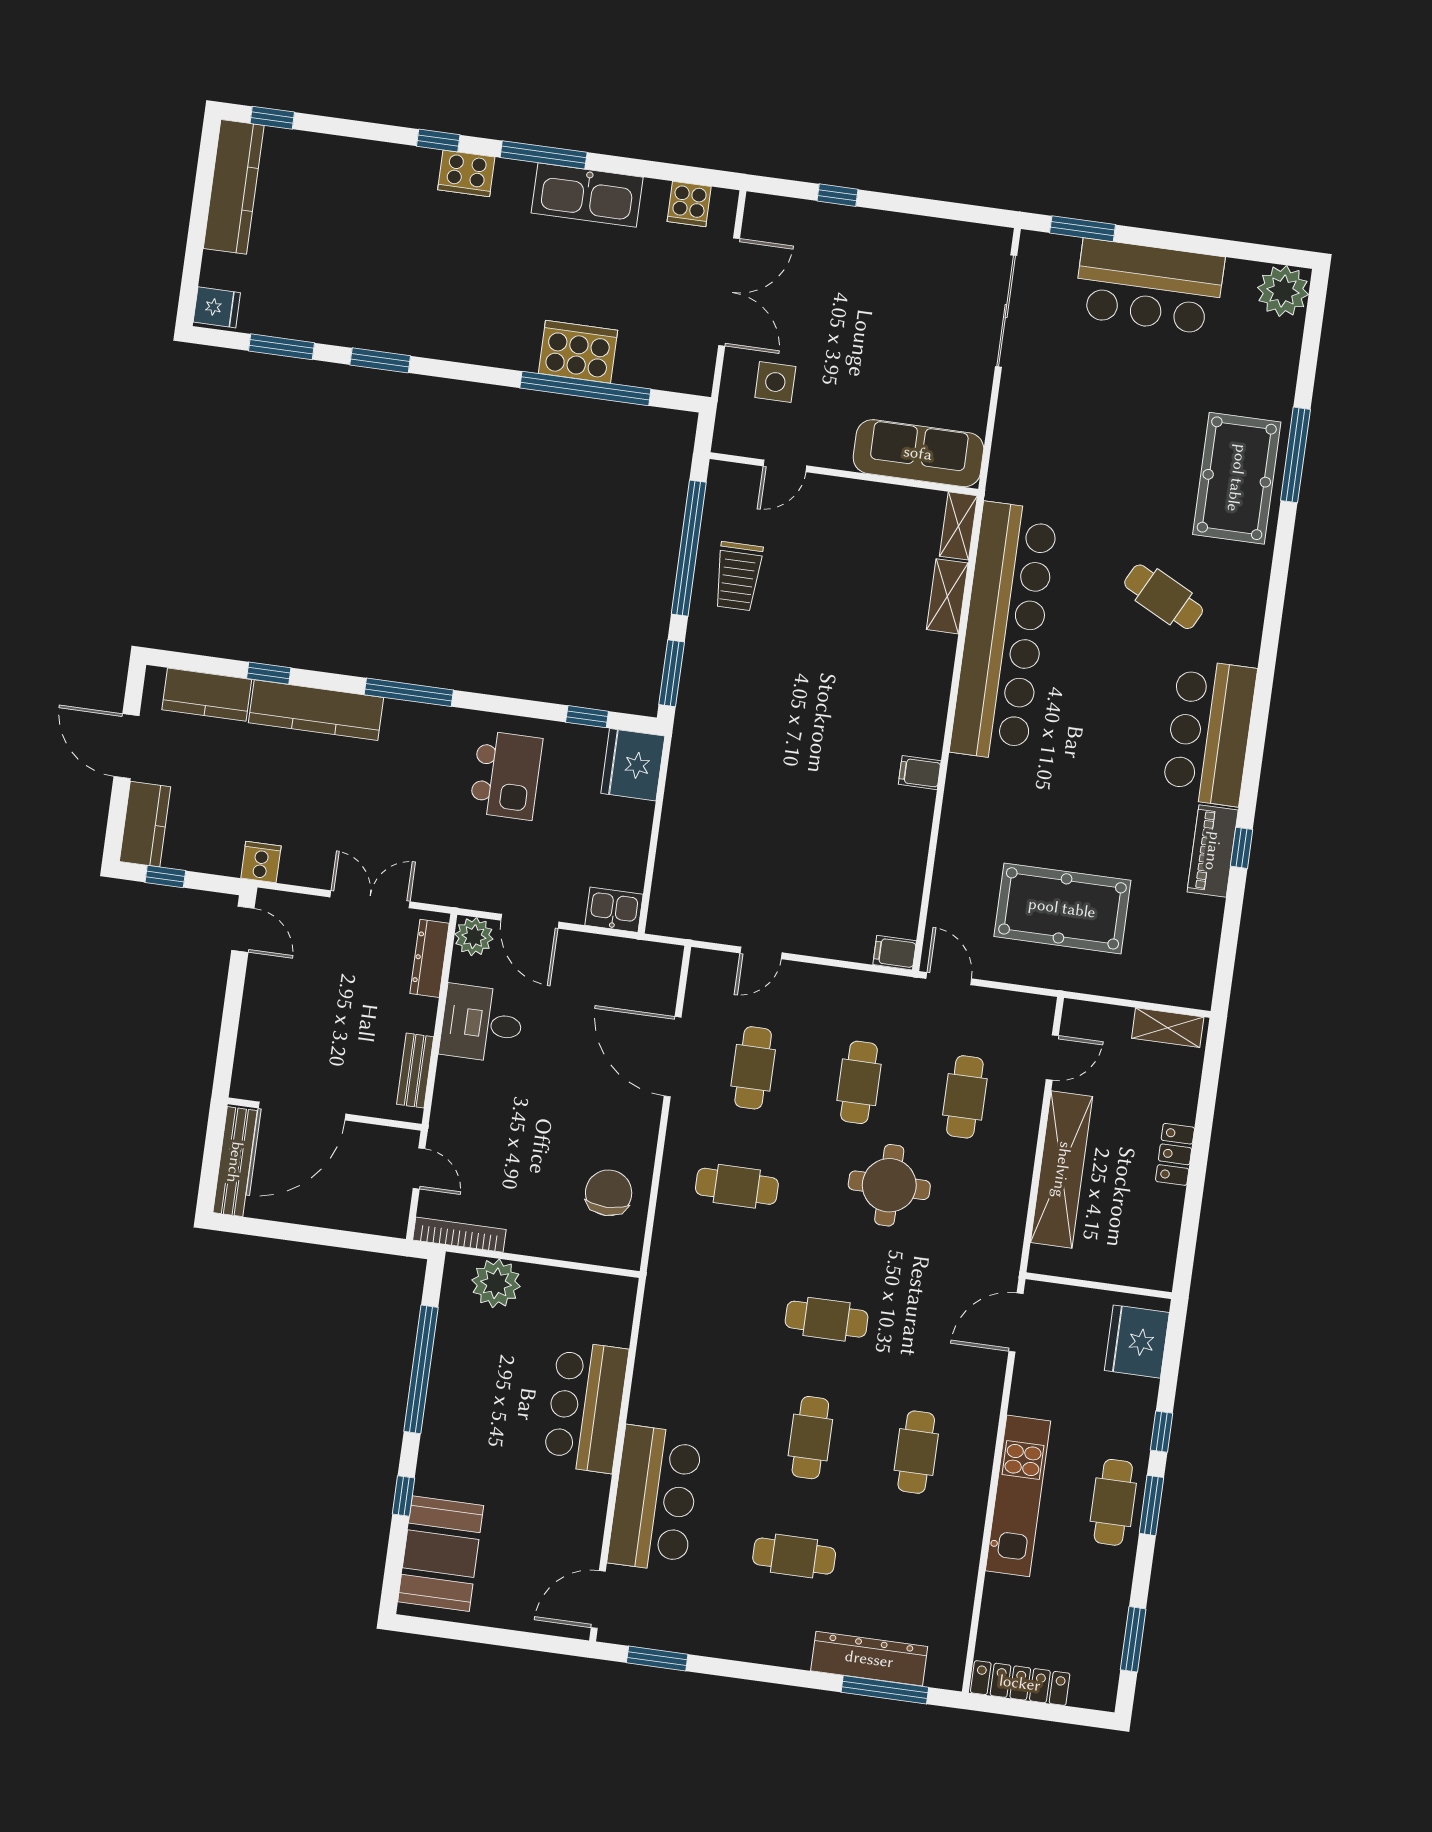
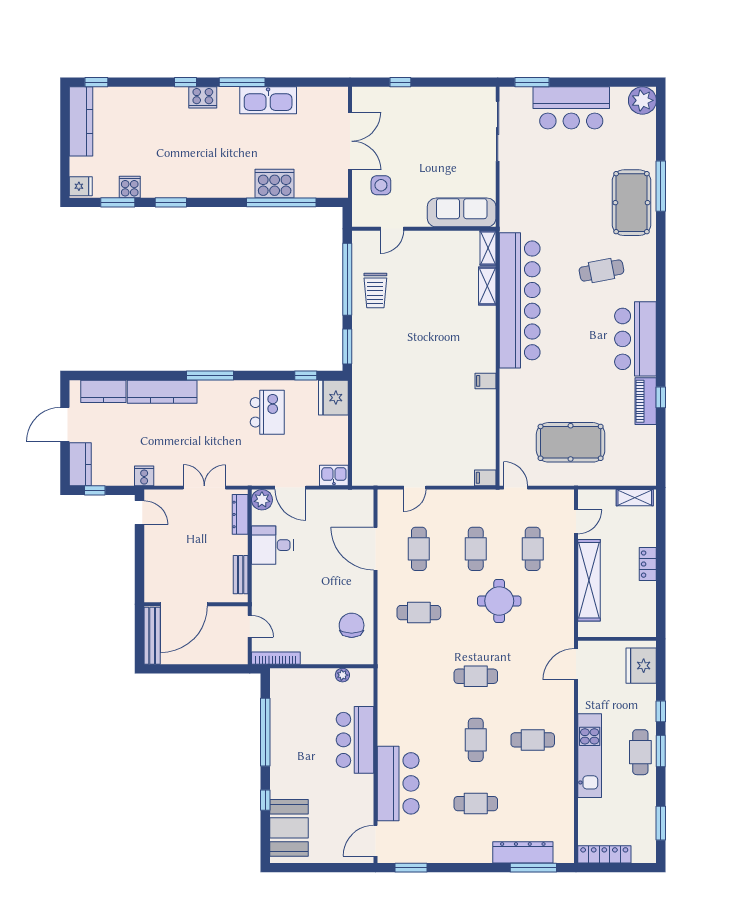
cooker: (689, 204) -> (130, 187), moved, turned 180
cafe table: (1164, 597) -> (601, 271), turned -38
window: (269, 673) -> (135, 376), removed
door: (126, 746) -> (65, 424), hinge flipped
plant: (496, 1283) -> (342, 675), moved, width x0.53, depth x0.53
cafe table: (916, 1452) -> (533, 740), turned 90

